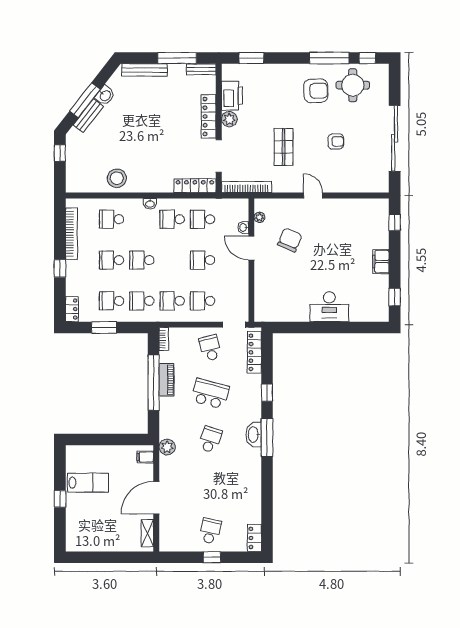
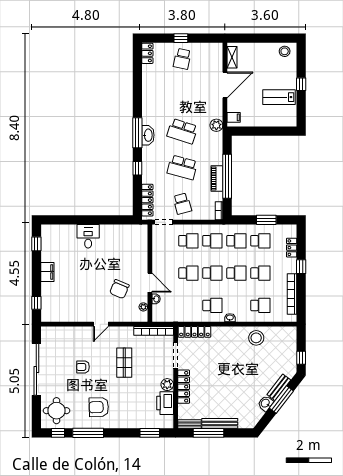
bench: (144, 70) -> (220, 423), moved
round table: (353, 85) -> (56, 411), moved
door: (313, 196) -> (101, 324), hinge flipped
school desk: (203, 219) -> (212, 273), moved
desk: (329, 307) -> (88, 236), width x0.73
locker: (72, 309) -> (292, 248), moved
school desk: (210, 440) -> (182, 131), width x1.85
stool: (81, 540) -> (285, 51), added

